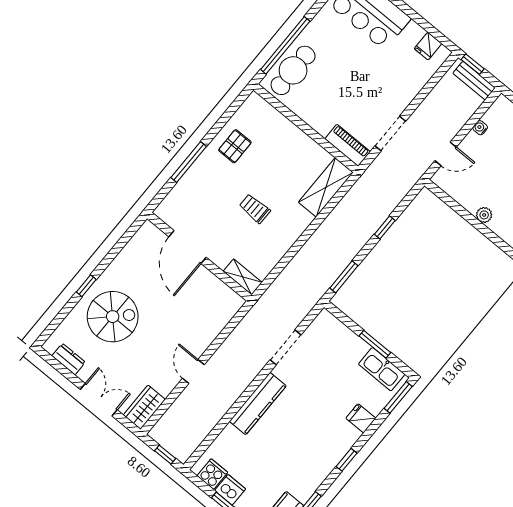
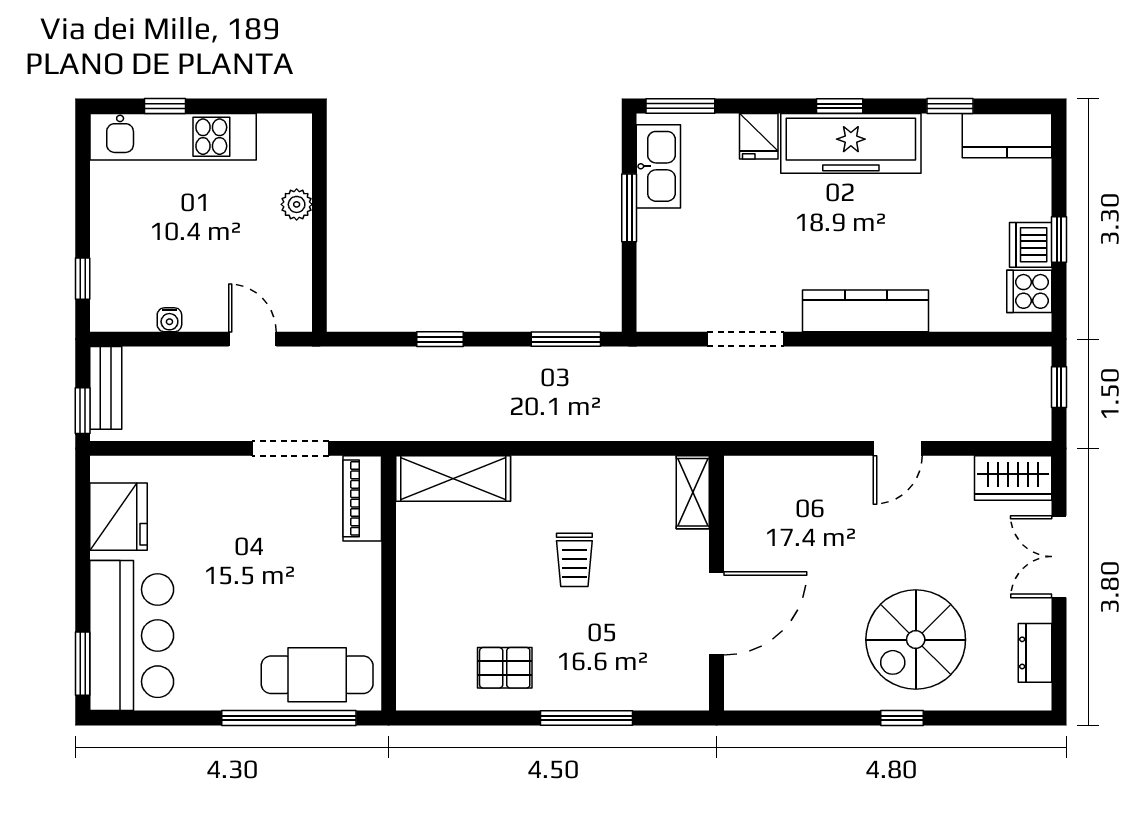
fridge: (428, 46) -> (119, 517), width x1.88, depth x1.34
spiral stairs: (113, 317) -> (916, 640), turned -90
freezer: (328, 452) -> (851, 143), added

